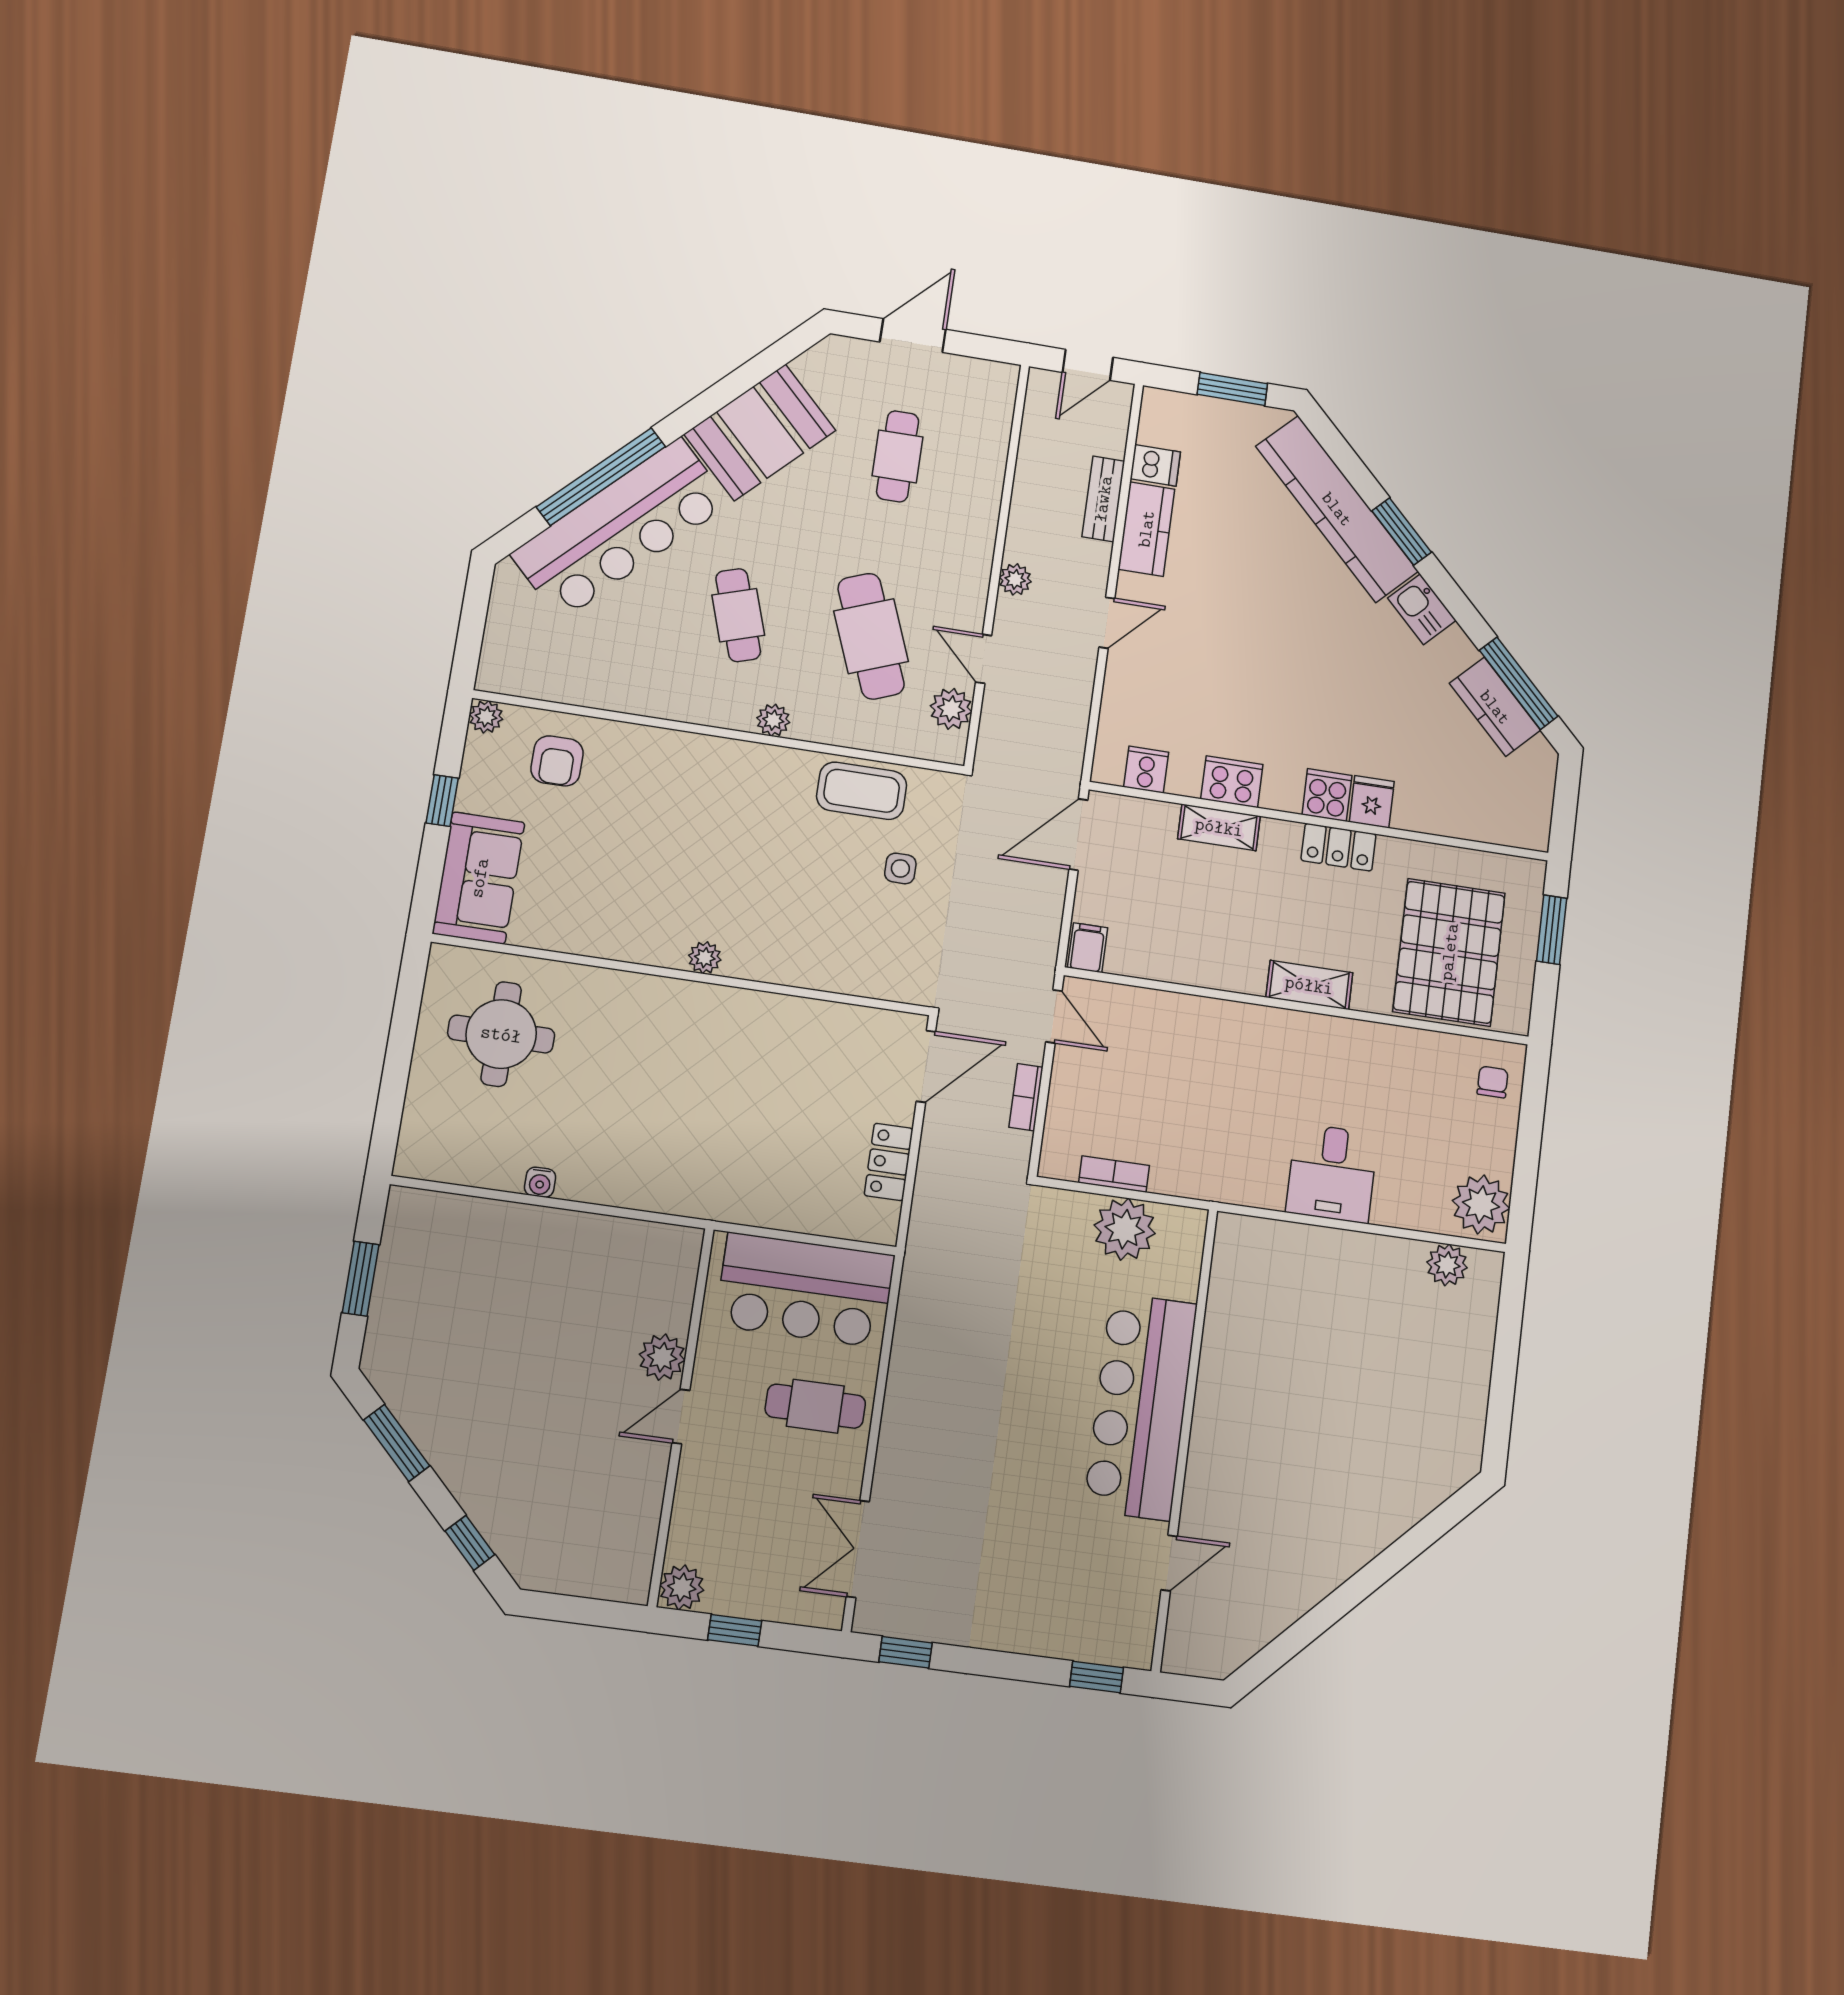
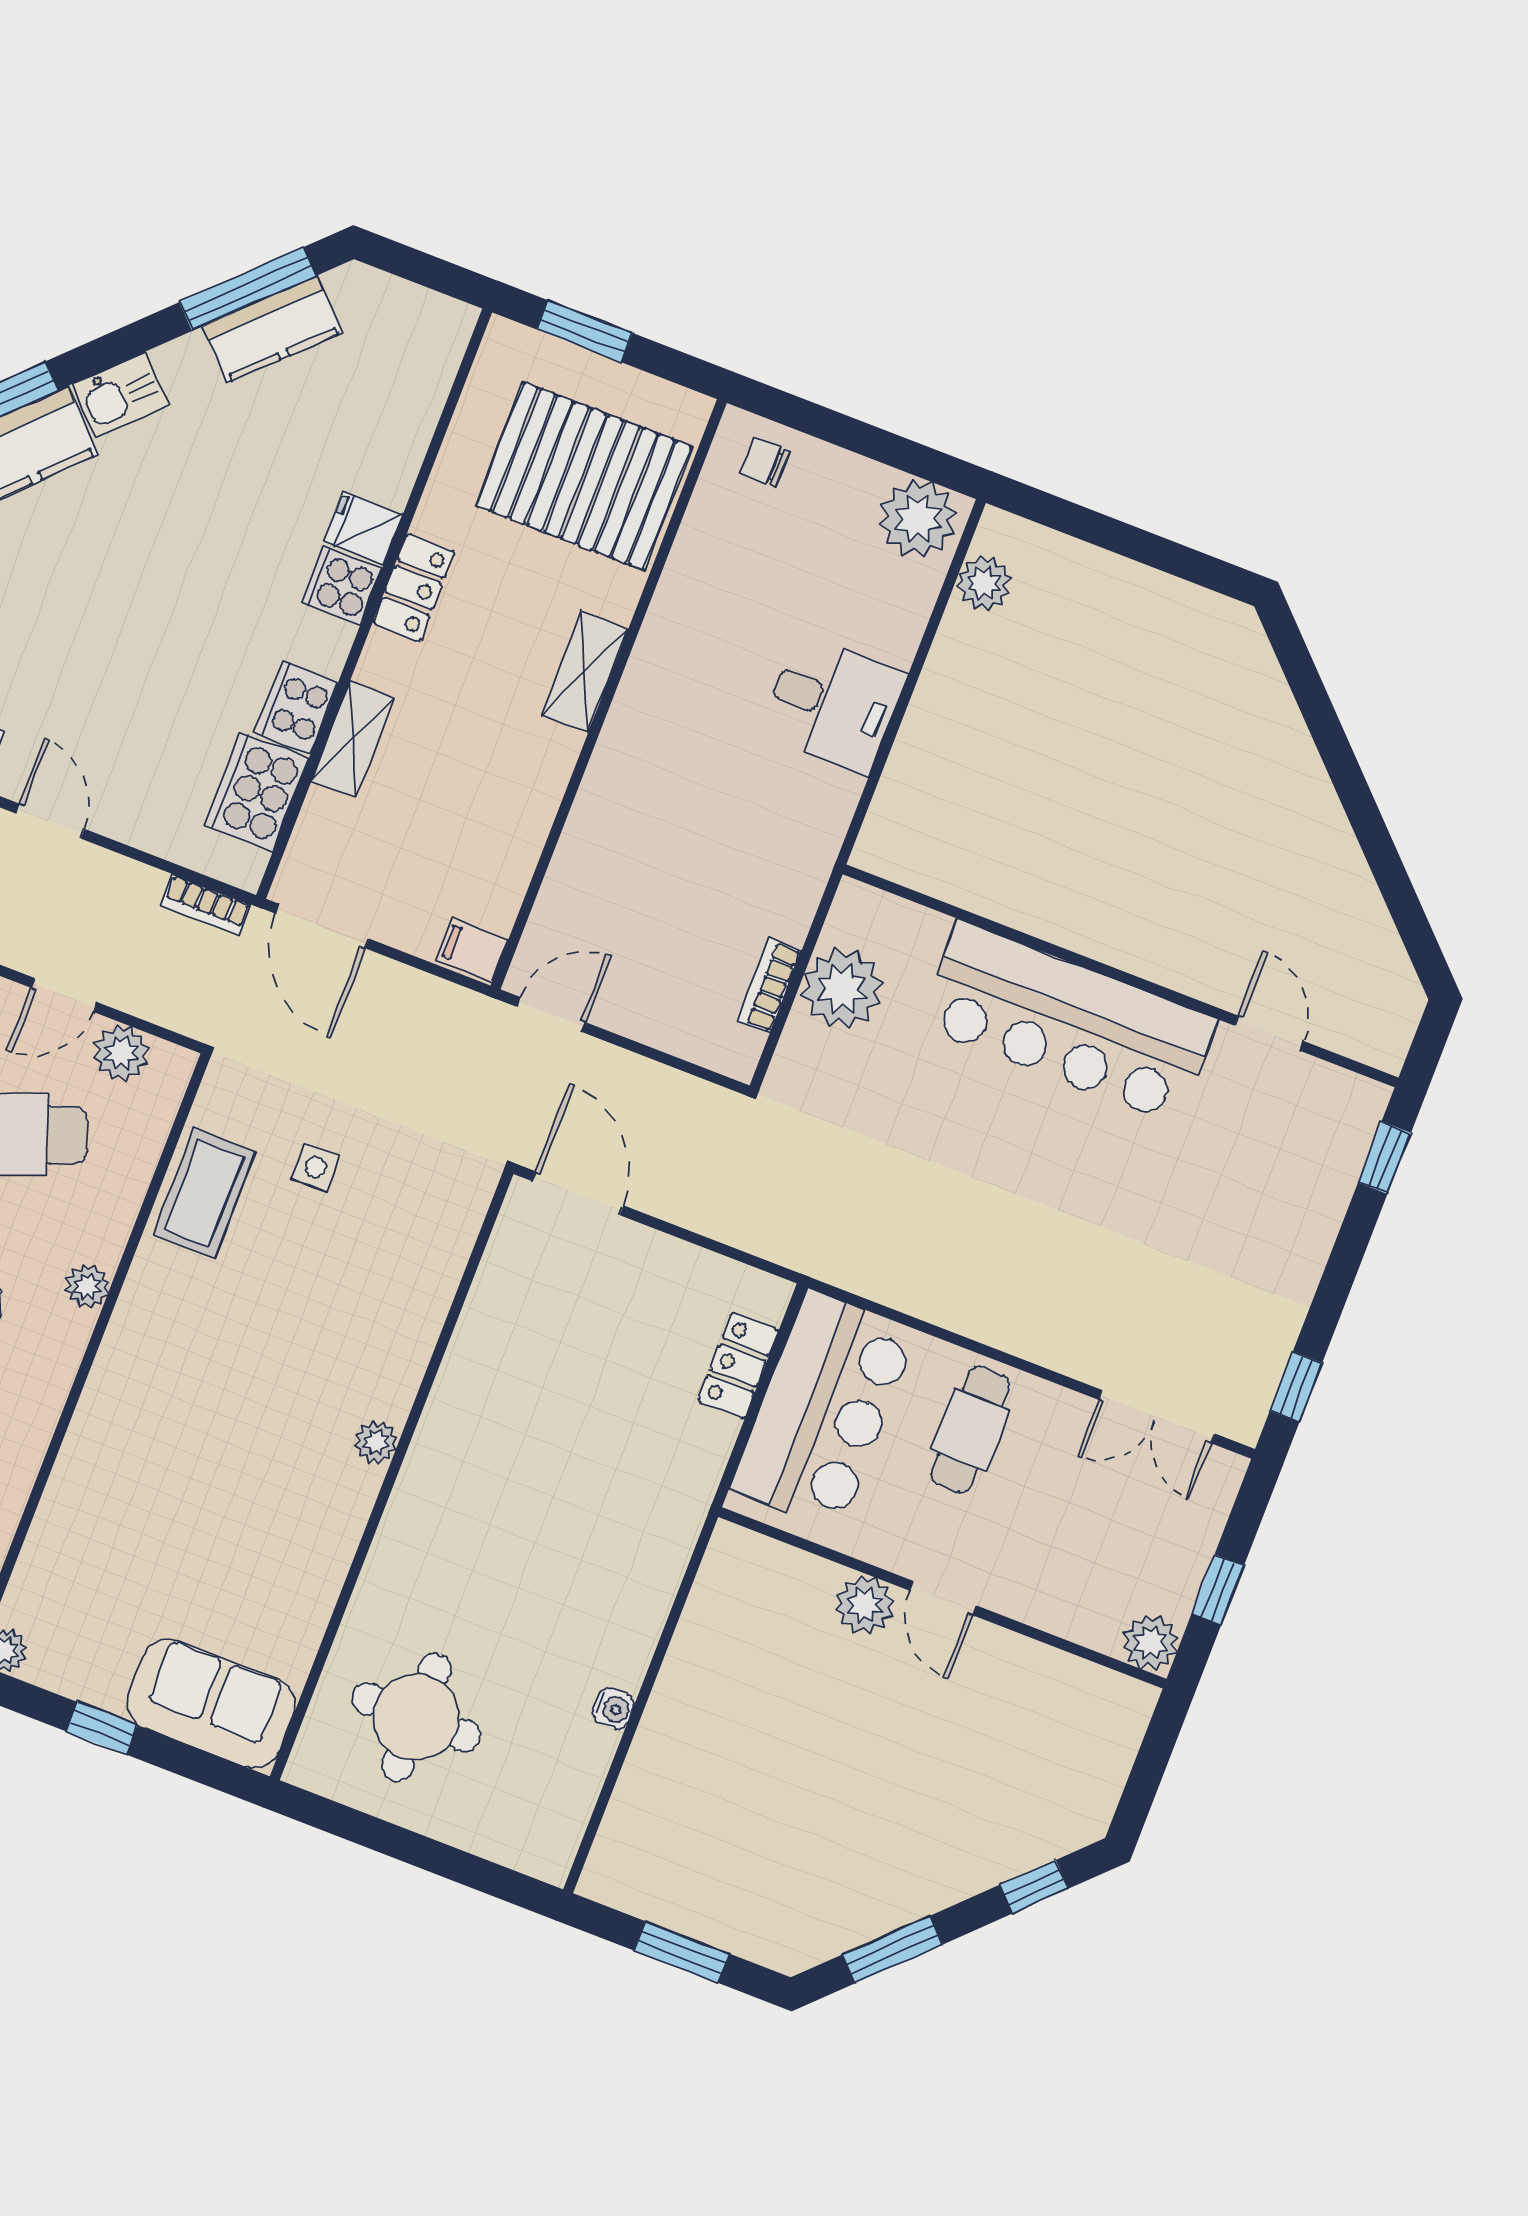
armchair: (557, 761) -> (82, 1573), removed
cooker: (1146, 770) -> (256, 792), width x1.87, depth x1.31
bookcase: (1026, 1097) -> (206, 905), moved
locker: (889, 1162) -> (738, 1365), moved, turned 90

